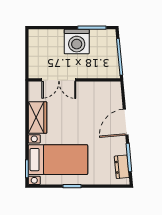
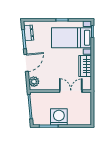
plant: (114, 94) -> (34, 82), added

